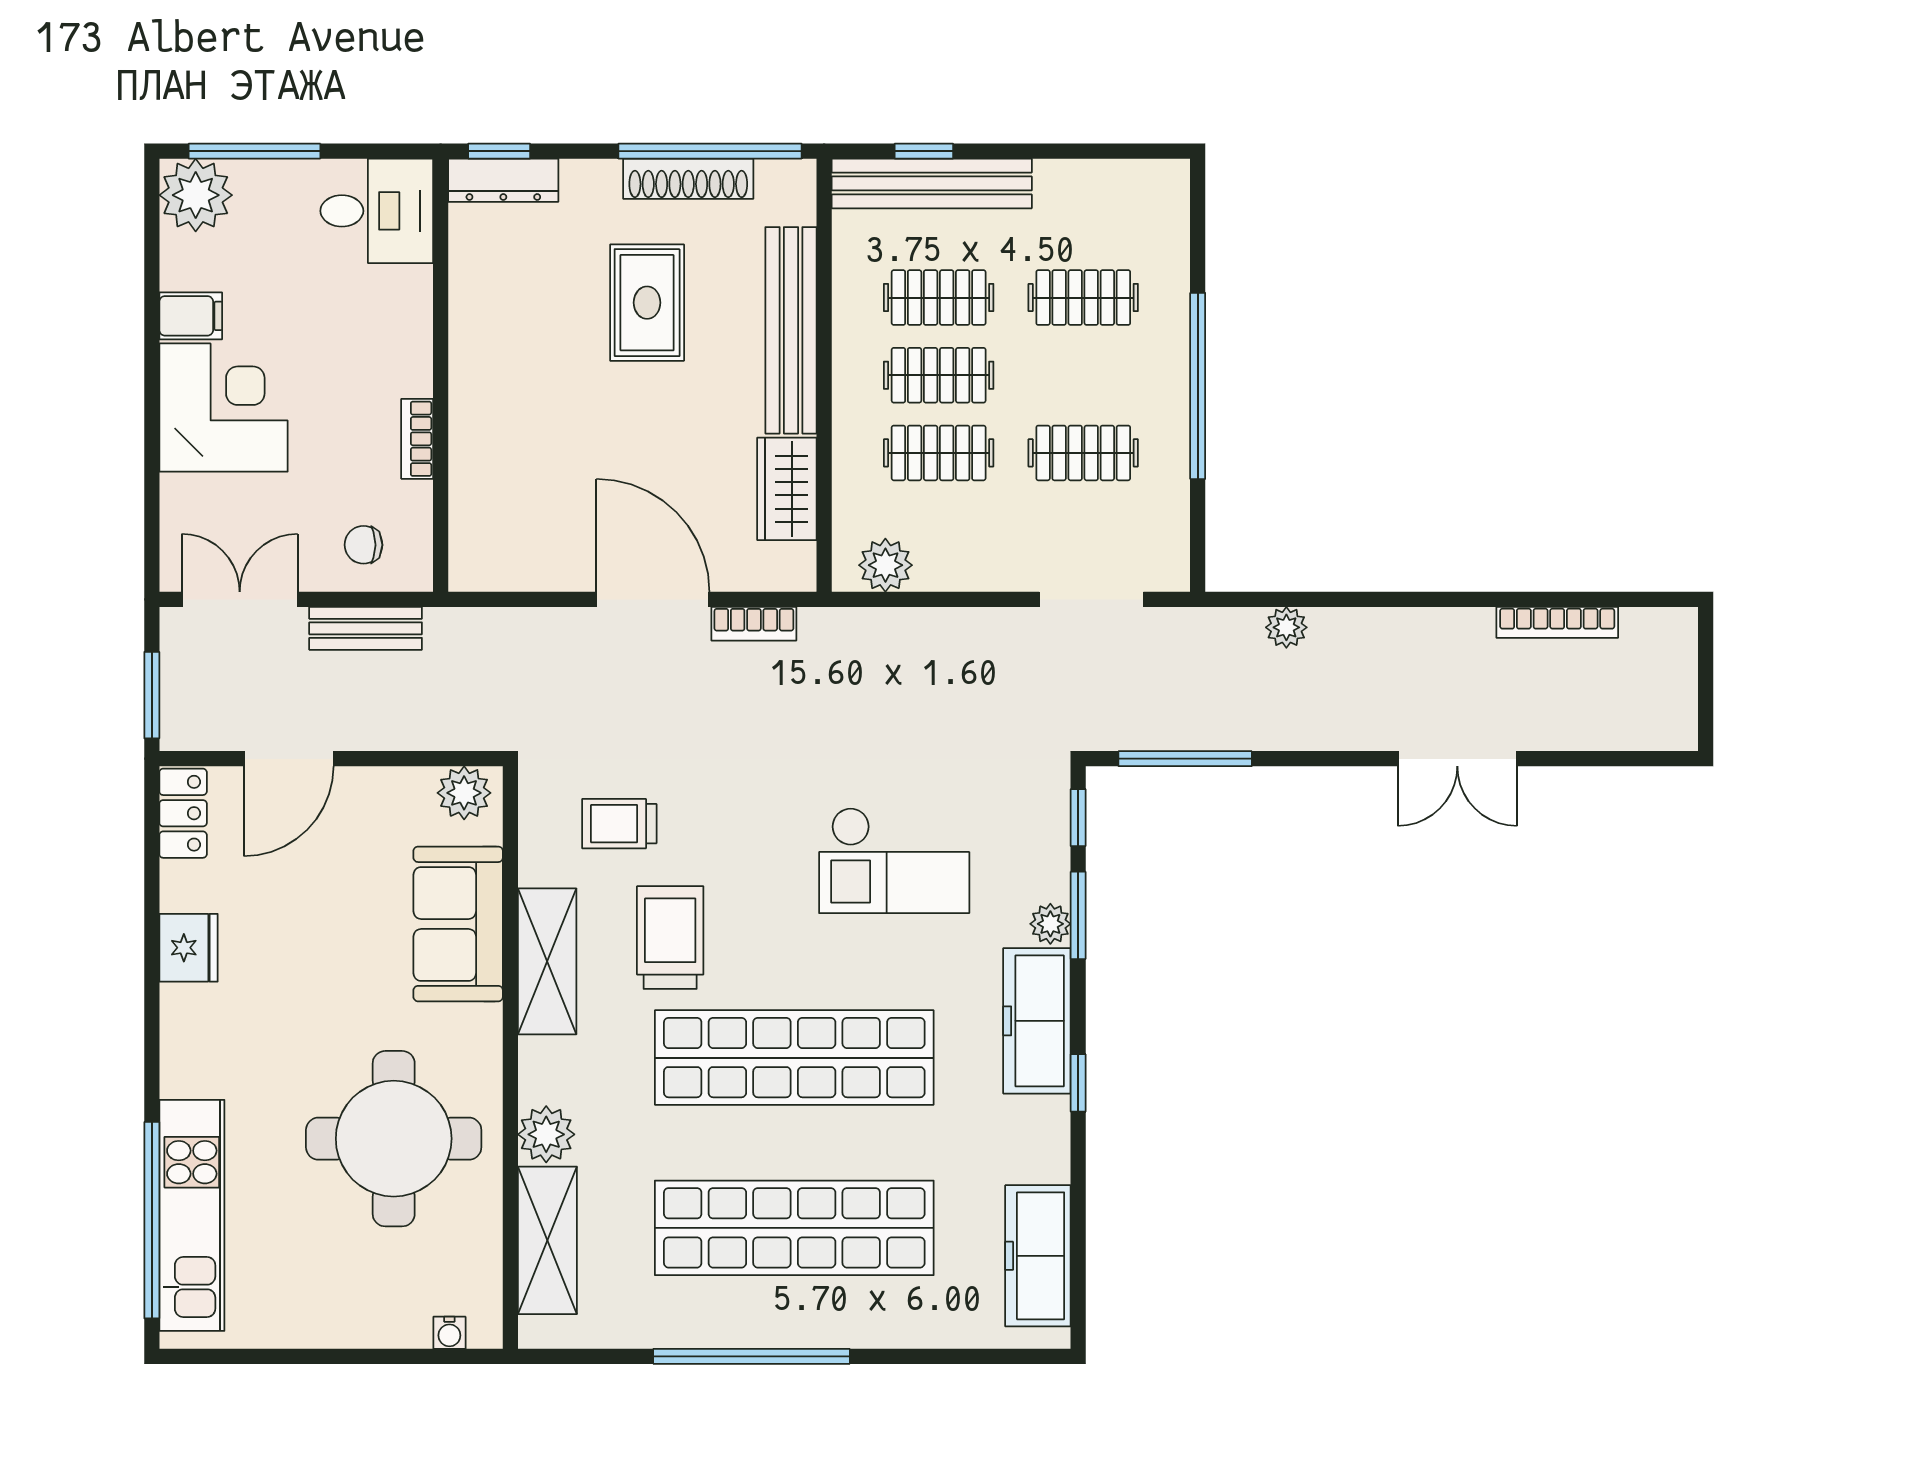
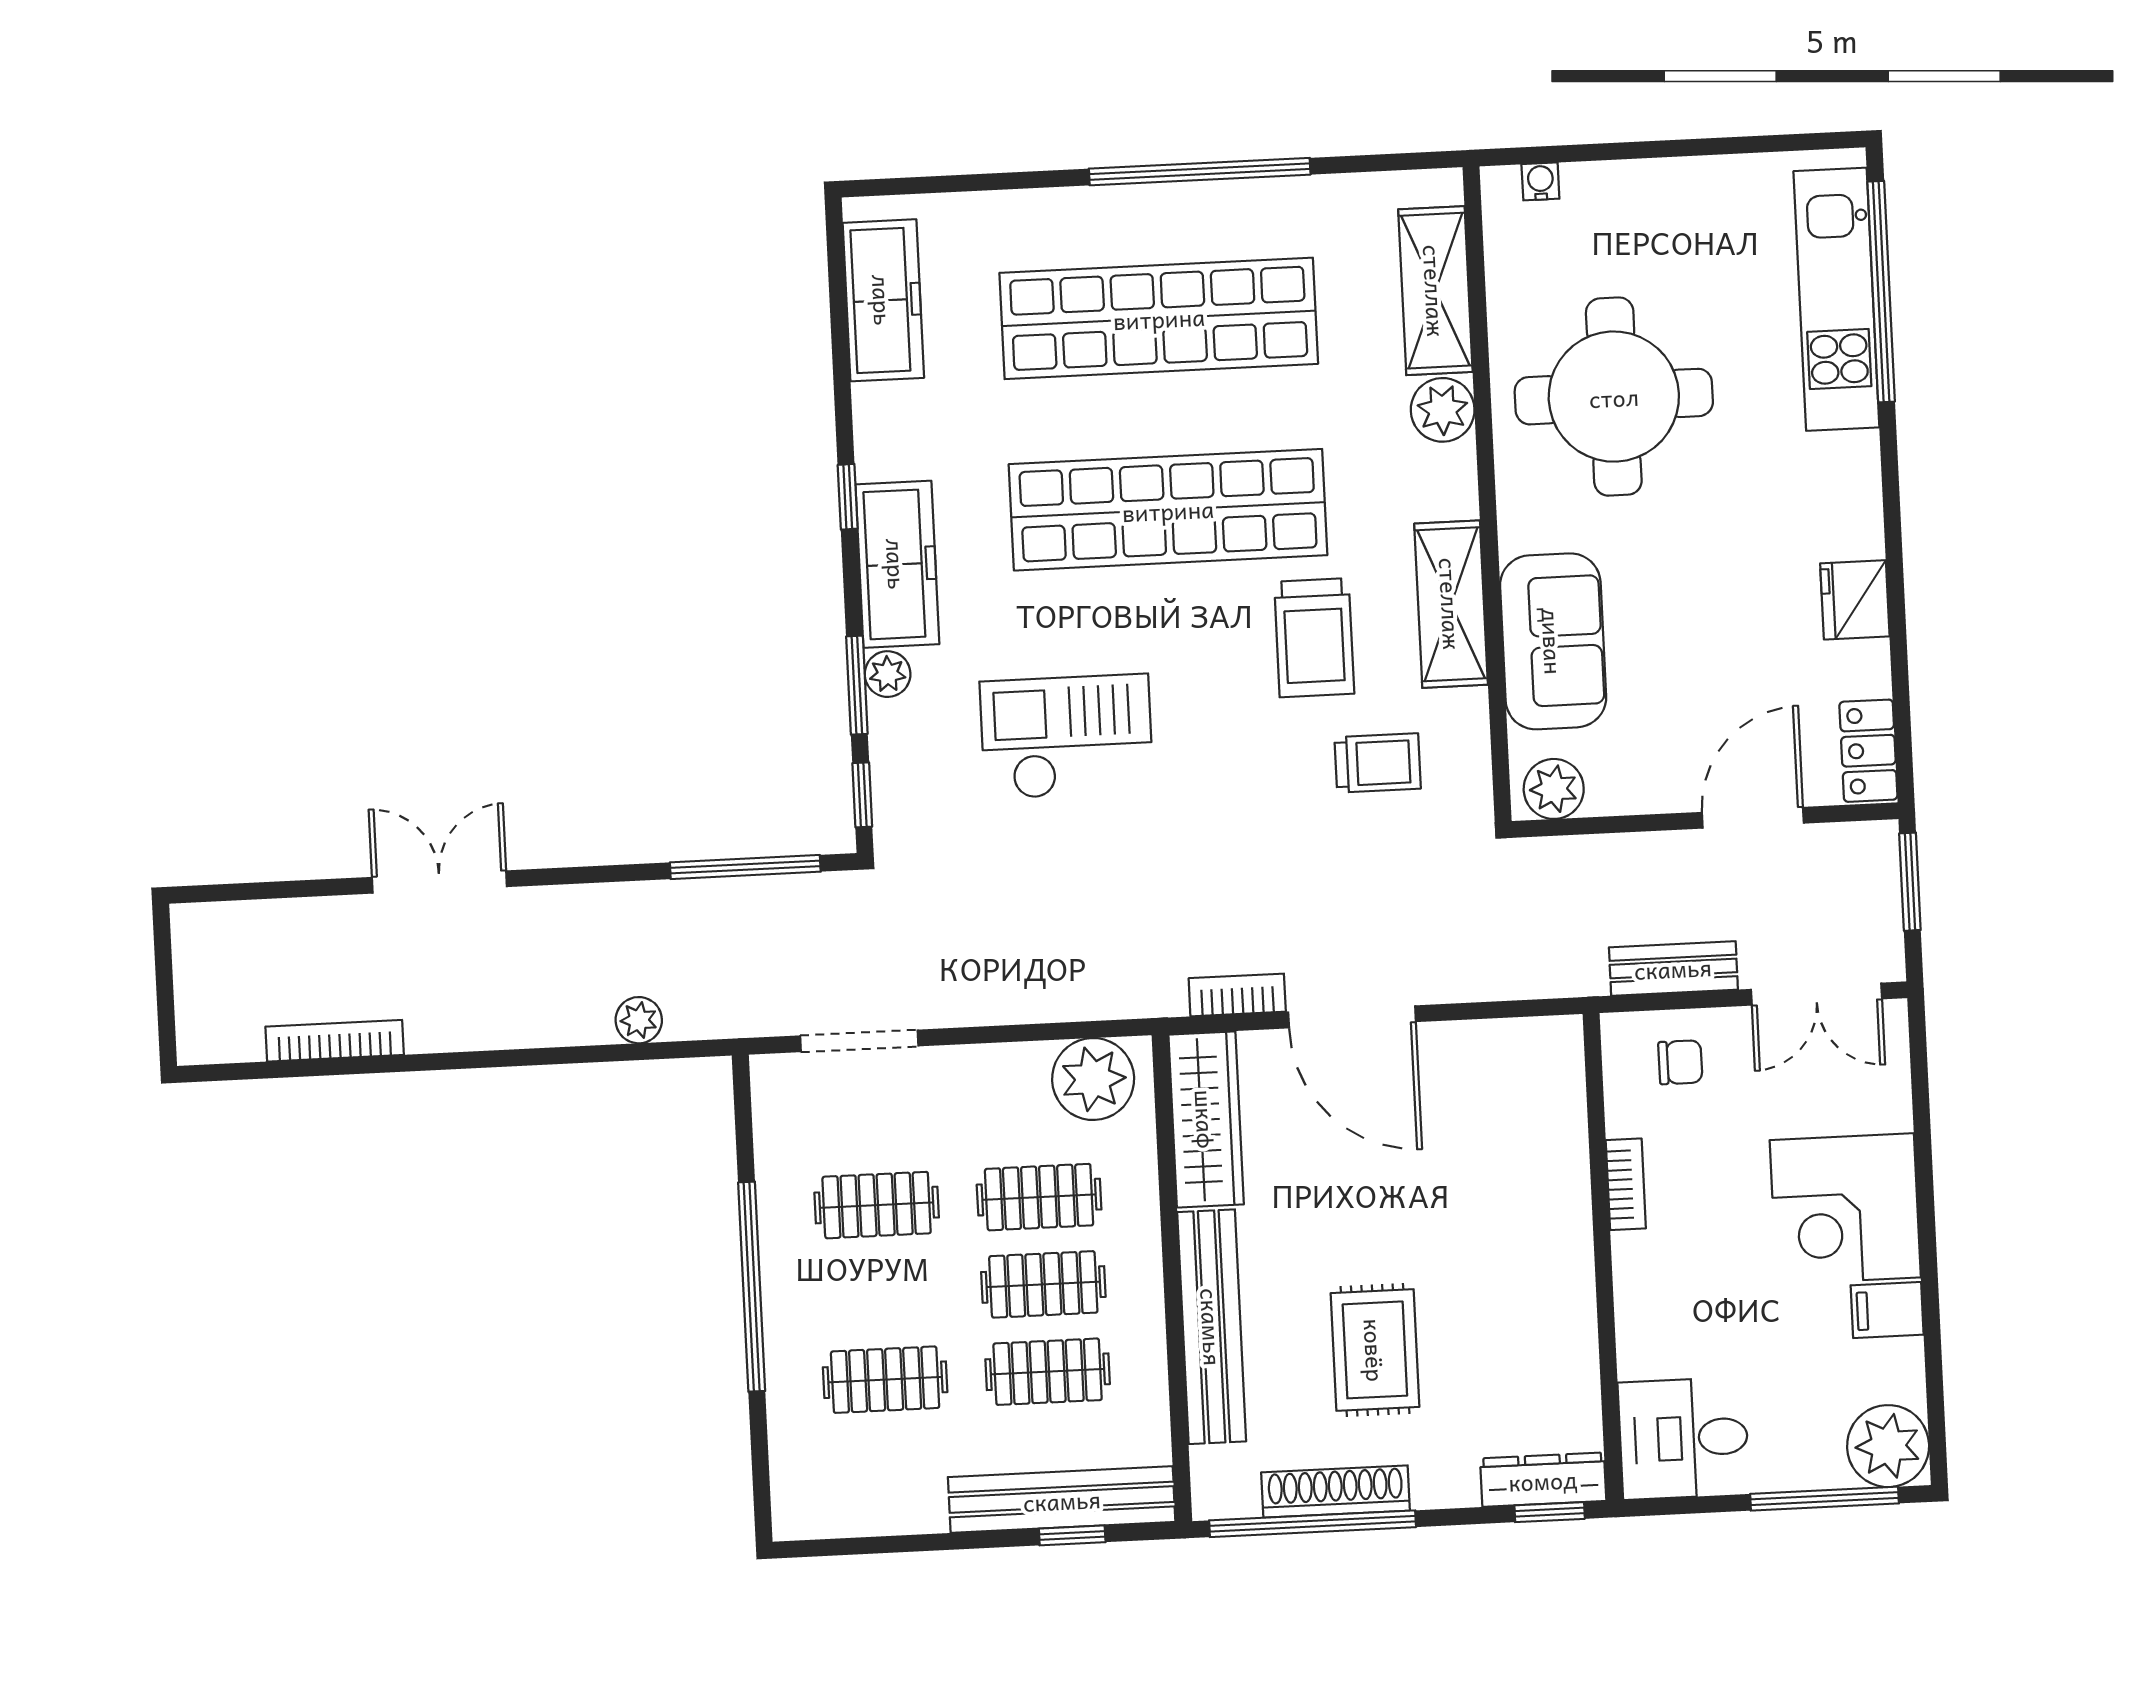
wardrobe: (787, 489) -> (1206, 1119), width x1.50
plant: (885, 565) -> (1093, 1079), width x1.36, depth x1.36

